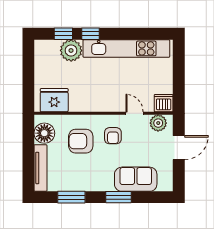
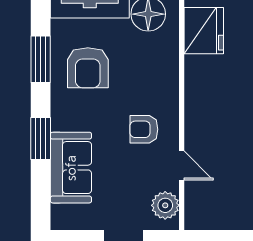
dishwasher: (164, 103) -> (199, 214), removed
door: (134, 113) -> (182, 165), hinge flipped
armchair: (81, 141) -> (88, 68), moved, turned 180

